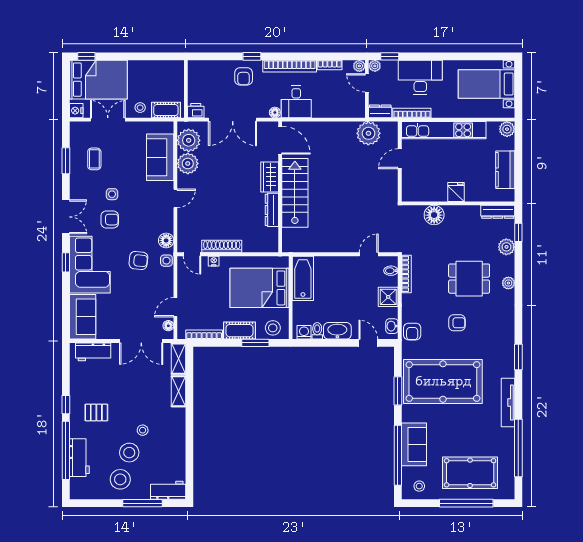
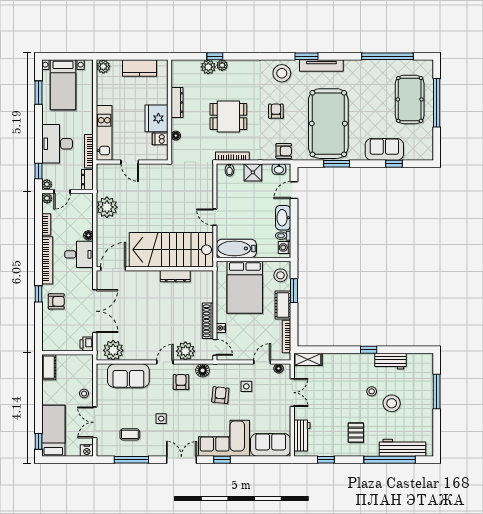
window: (478, 56) -> (38, 93), added
bed: (98, 80) -> (53, 431), width x0.67
cot: (166, 110) -> (49, 367), moved
floor lamp: (275, 112) -> (88, 235), moved
kitchen unit: (444, 130) -> (104, 133), width x0.73
plant: (368, 133) -> (107, 207), moved
window: (66, 161) -> (131, 460), width x1.44
plant: (188, 163) -> (185, 351), moved
wardrobe: (270, 177) -> (146, 278), removed
fridge: (456, 192) -> (156, 118), width x1.88, depth x1.34
stairs: (295, 193) -> (171, 250), width x1.36, depth x1.51
dishwasher: (426, 193) -> (160, 139), added
door: (175, 198) -> (165, 362), hinge flipped
dresser: (498, 212) -> (177, 102), moved
floor lamp: (434, 215) -> (176, 136), width x0.53, depth x0.53
armchair: (110, 220) -> (181, 382), moved
window: (518, 232) -> (215, 56), moved
door: (192, 254) -> (215, 347), hinge flipped
door: (369, 254) -> (215, 217), moved
side table: (166, 261) -> (246, 386), moved
dining table: (469, 279) -> (228, 117), moved, turned 90
plant: (508, 283) -> (222, 65), moved
door: (175, 307) -> (262, 362), swing flipped
double door: (141, 341) -> (292, 393), width x0.73
shelving: (179, 391) -> (337, 359), removed
tv unit: (508, 403) -> (321, 66), moved
window: (66, 405) -> (326, 460), moved
window: (189, 427) -> (369, 350), added
window: (398, 455) -> (394, 164), width x0.32
workbench: (79, 458) -> (403, 448), width x1.38
stool: (120, 479) -> (415, 411), removed
stool: (419, 486) -> (282, 73), moved, width x1.89, depth x1.89
workbench: (168, 490) -> (390, 361), moved, turned -90

